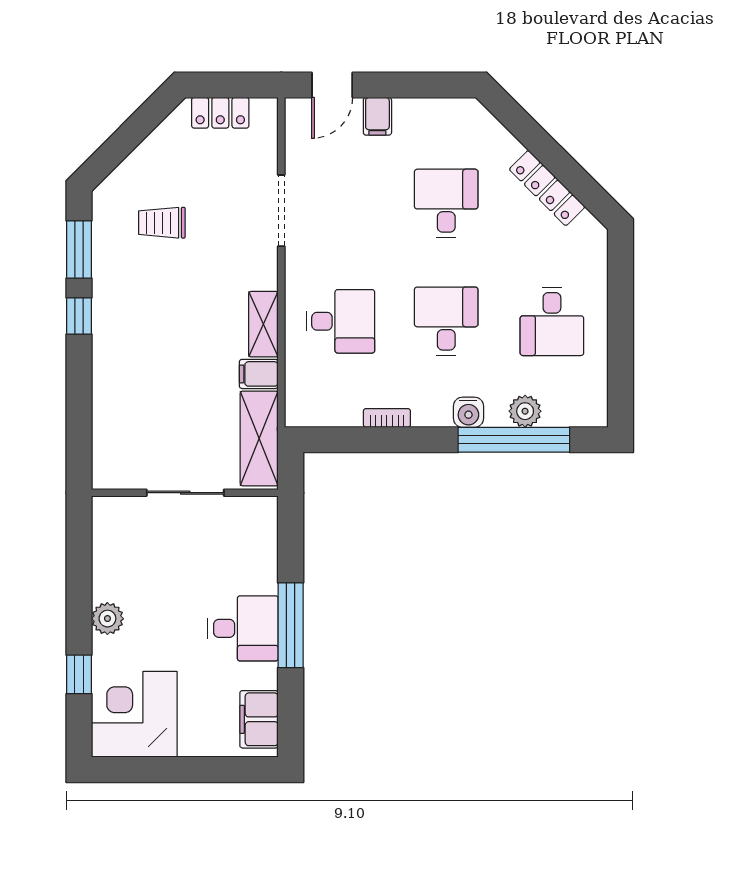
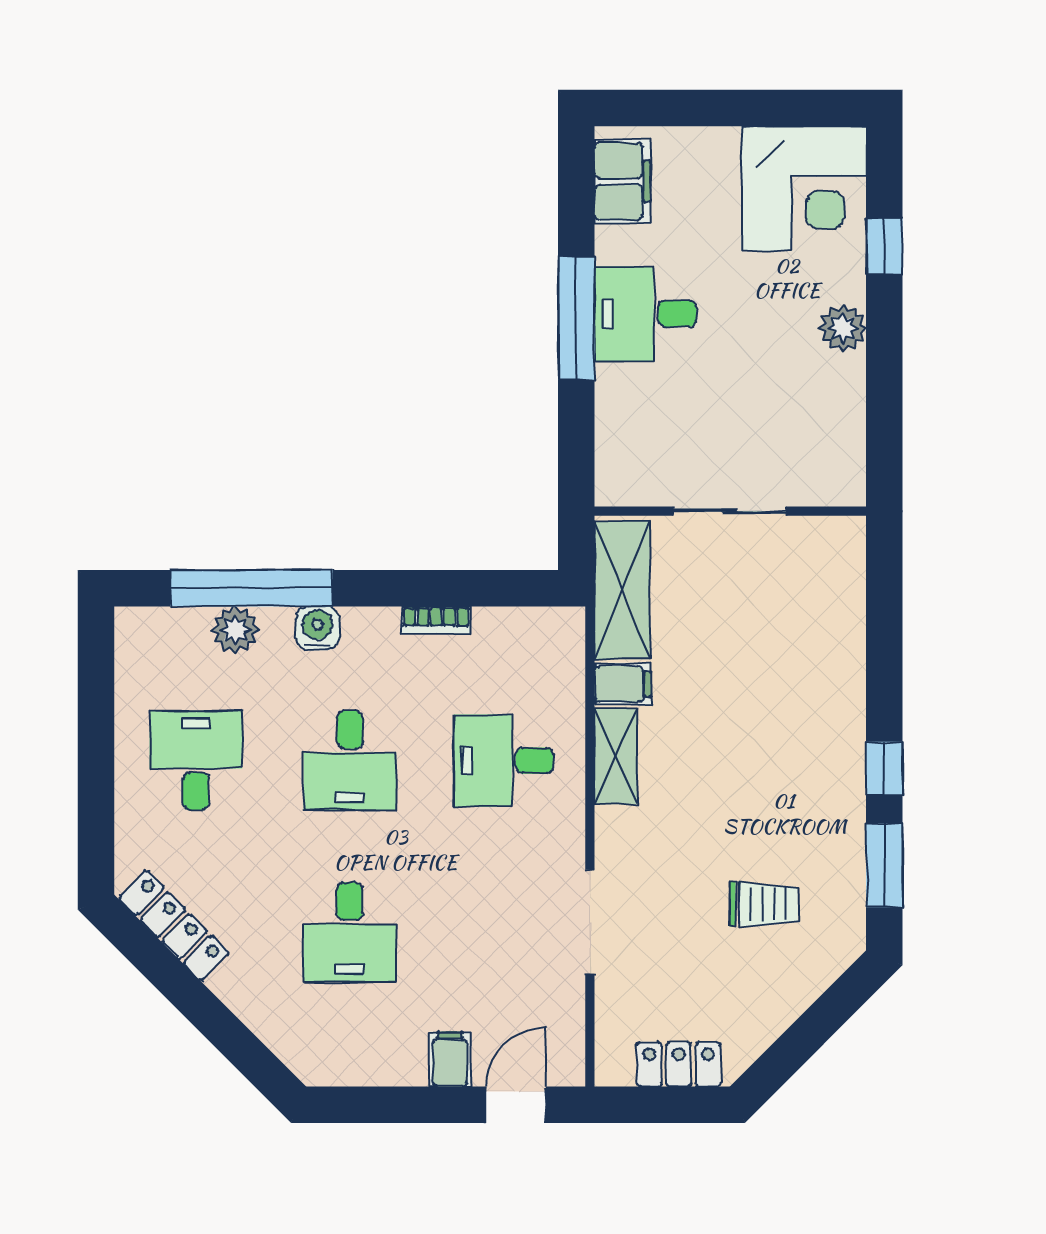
locker: (547, 188) -> (174, 925), moved

